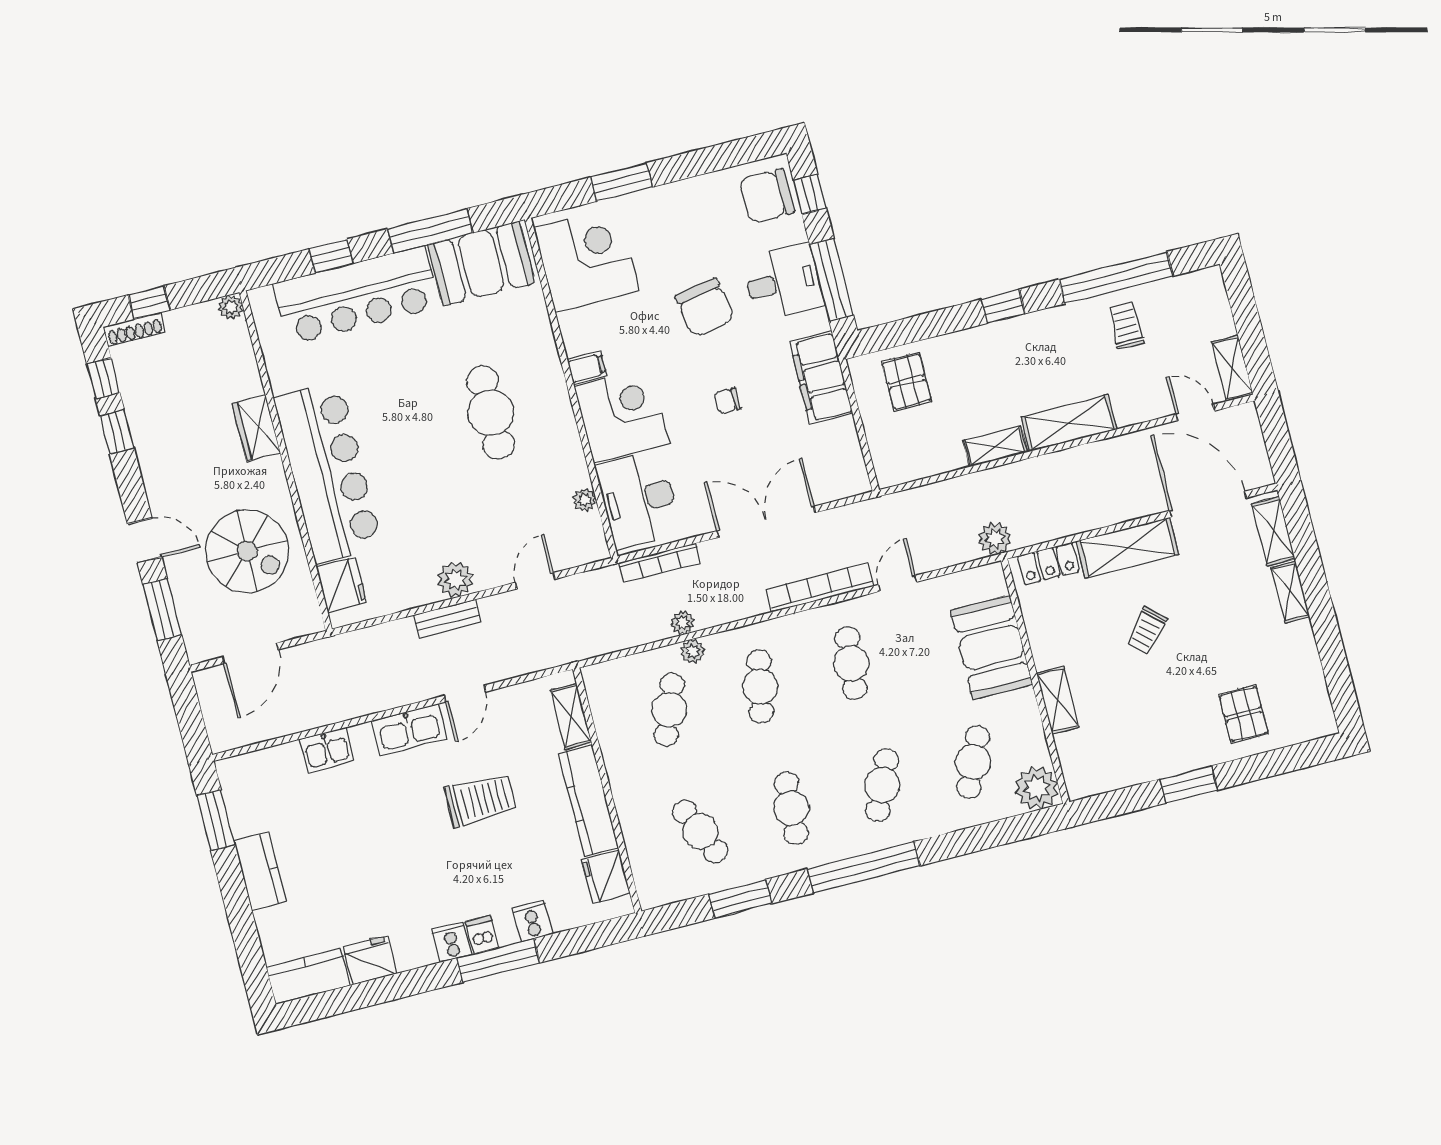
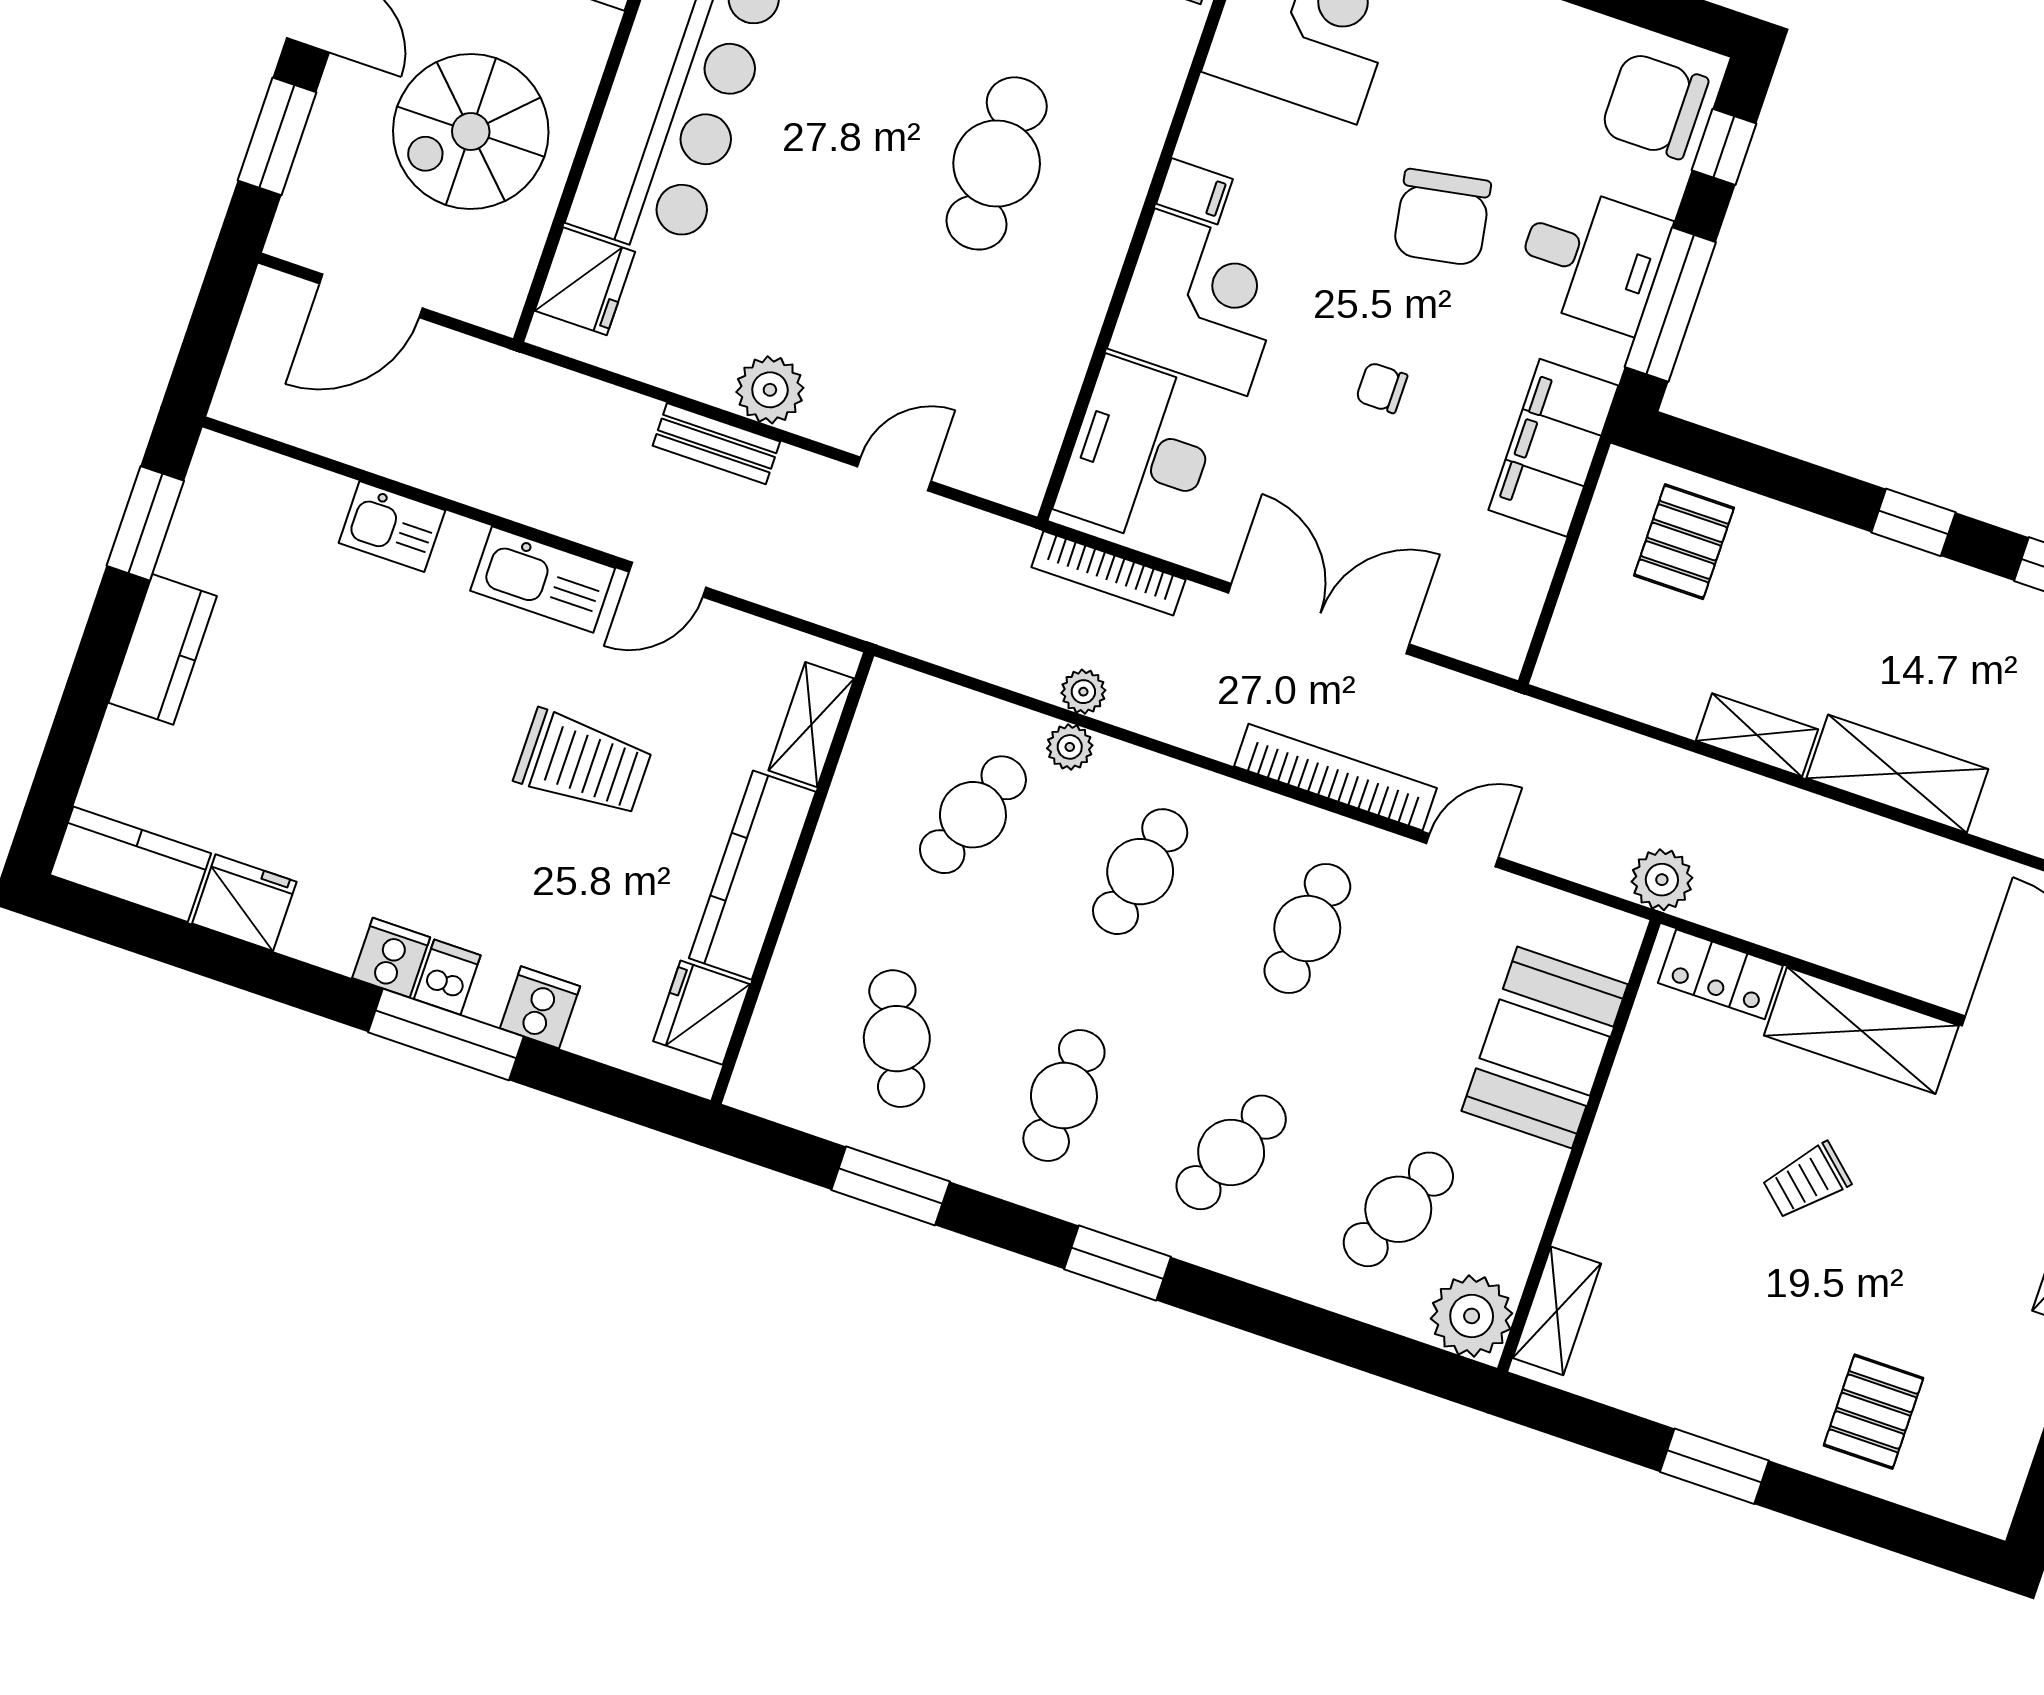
plant: (585, 500) -> (1055, 397), removed
spiral stairs: (247, 551) -> (471, 131), turned 90
shelving: (1058, 700) -> (1557, 1311), moved
window: (864, 867) -> (1117, 1263), width x0.47

